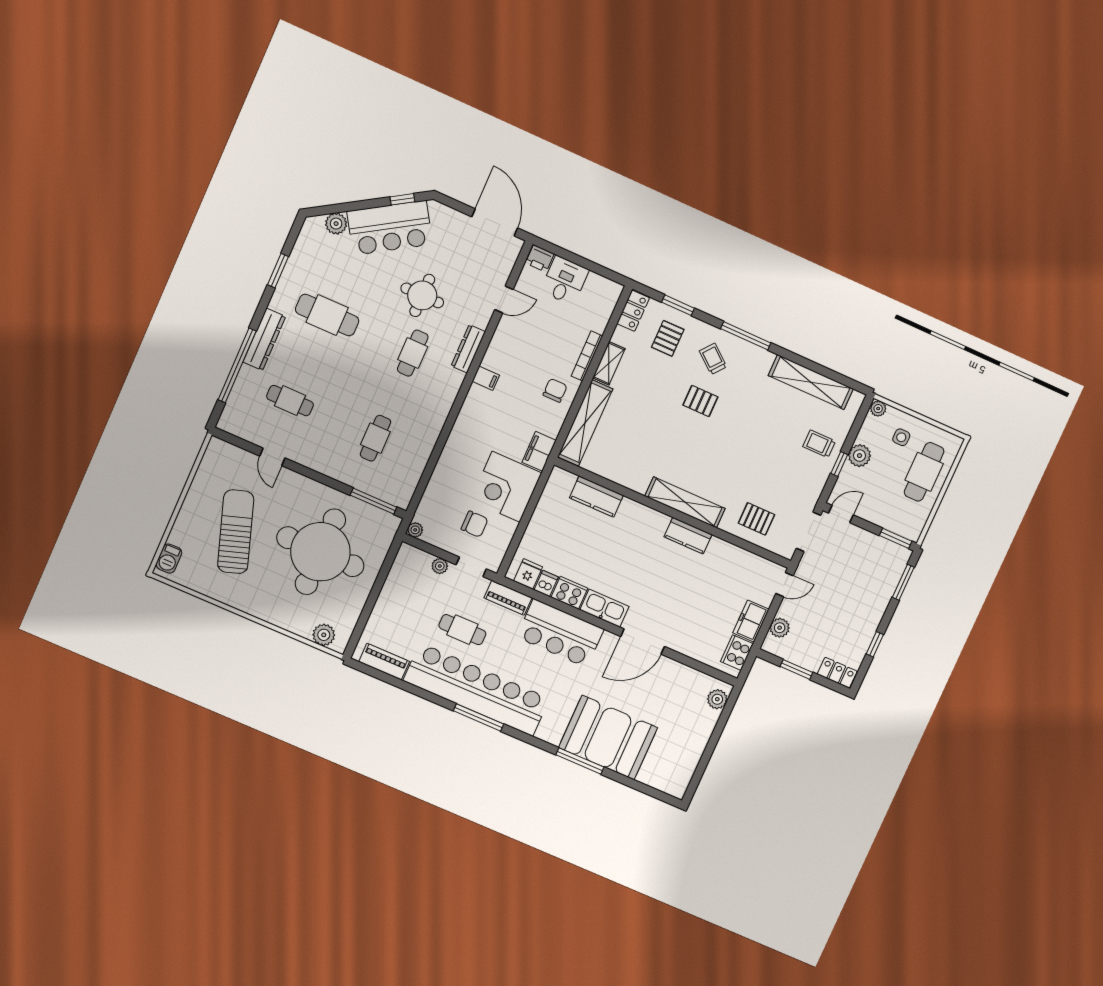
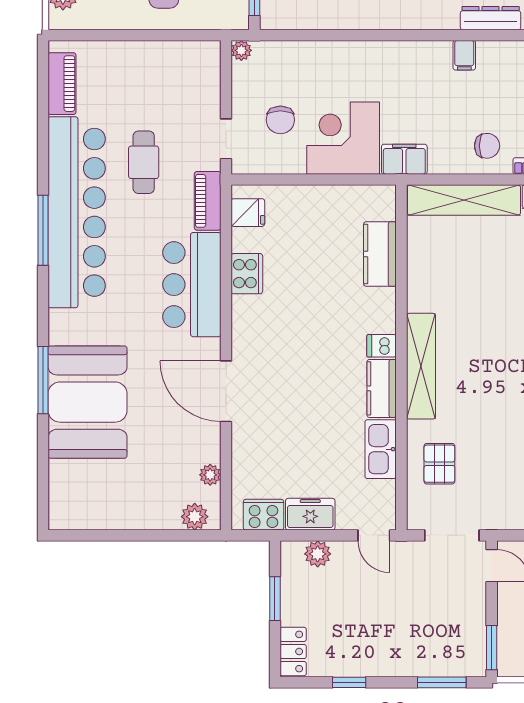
plant: (440, 566) -> (210, 475), moved
dishwasher: (546, 583) -> (382, 346), moved, turned 180
kitchen sink: (604, 608) -> (381, 449), moved, turned 180

